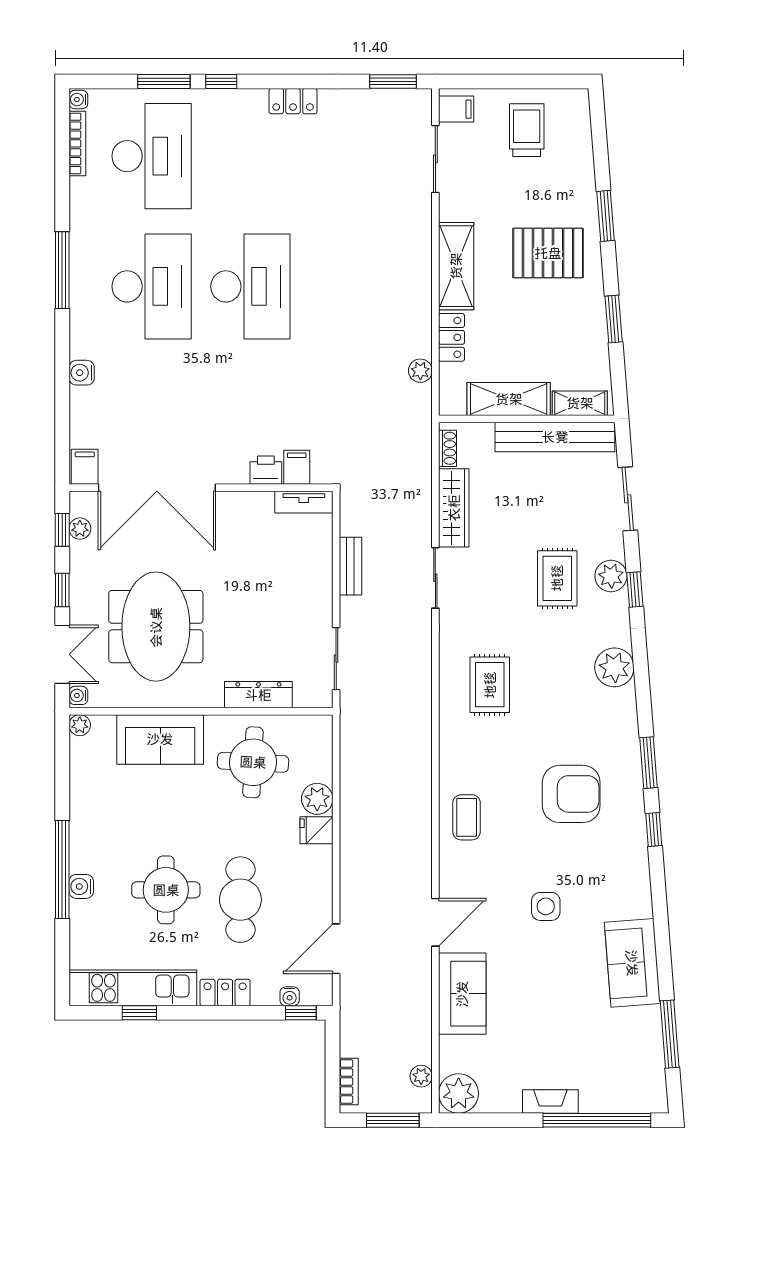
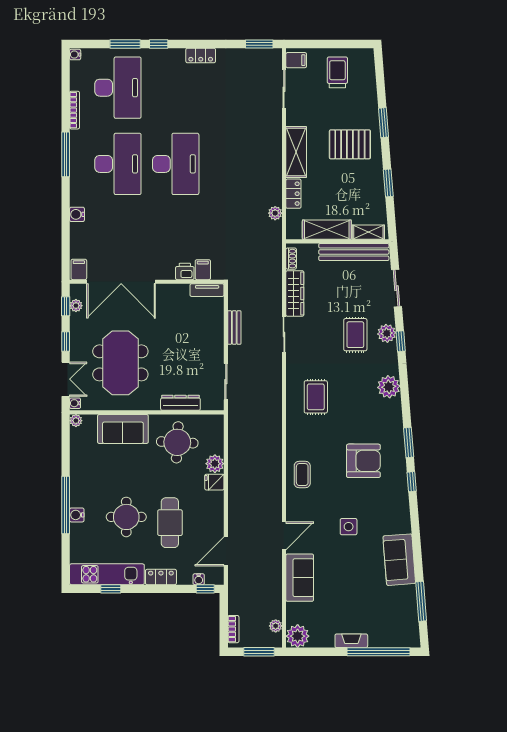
bookcase: (77, 143) -> (75, 110), moved

